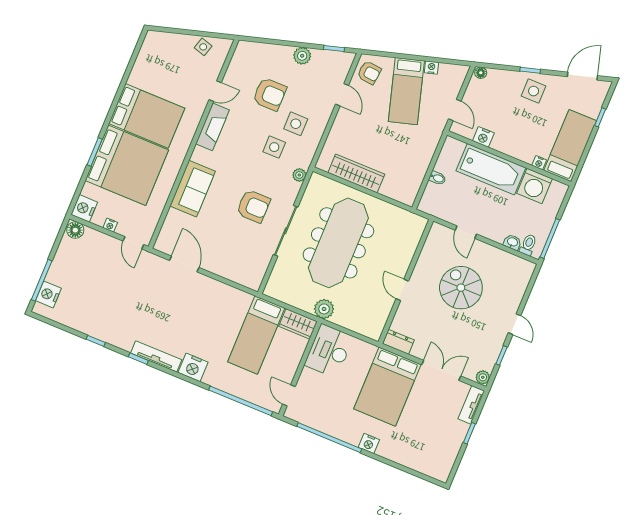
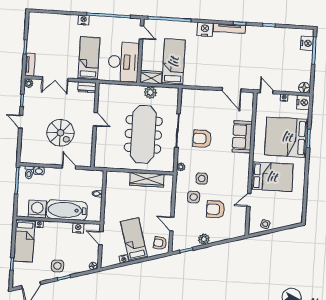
bed: (147, 116) -> (272, 177), moved, turned 180
fireplace: (212, 127) -> (243, 178), removed
plant: (324, 309) -> (150, 92), moved
desk: (329, 351) -> (124, 62), width x1.36, depth x1.30
bed: (387, 387) -> (89, 58), width x0.67

